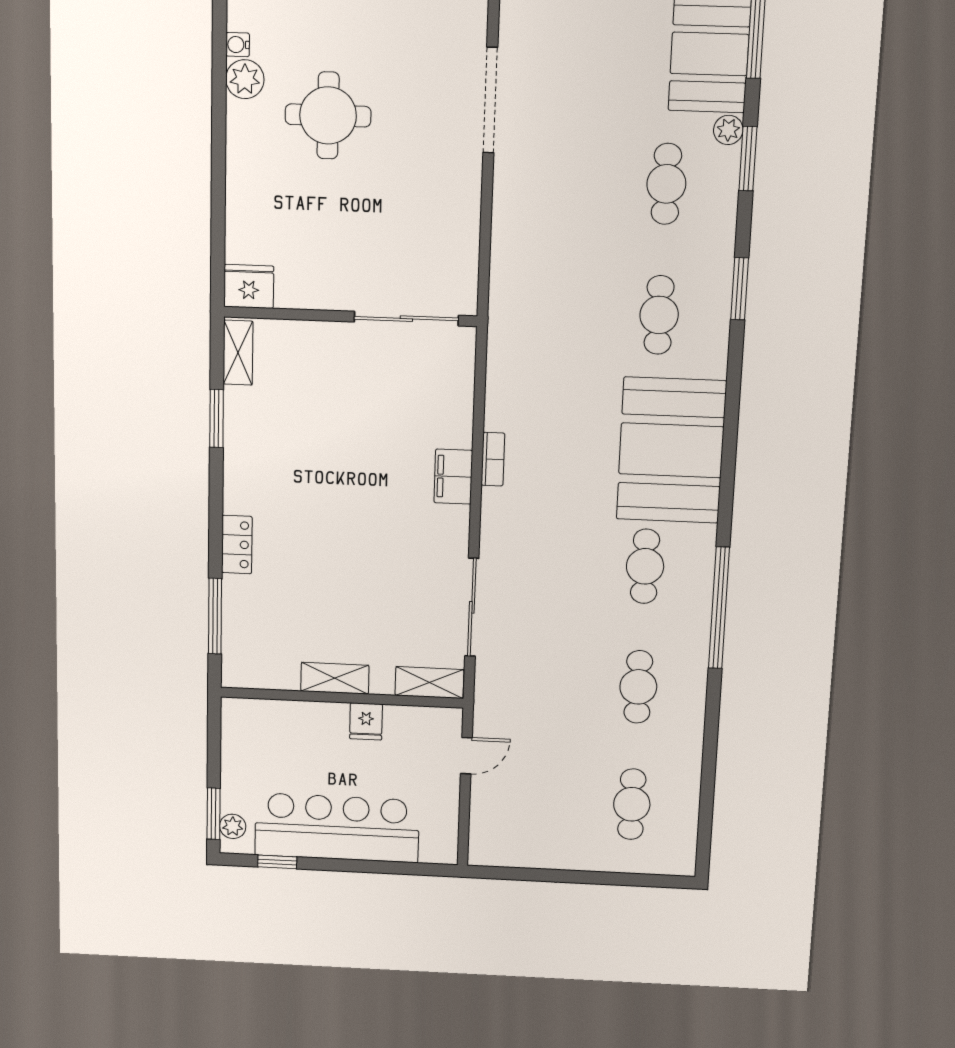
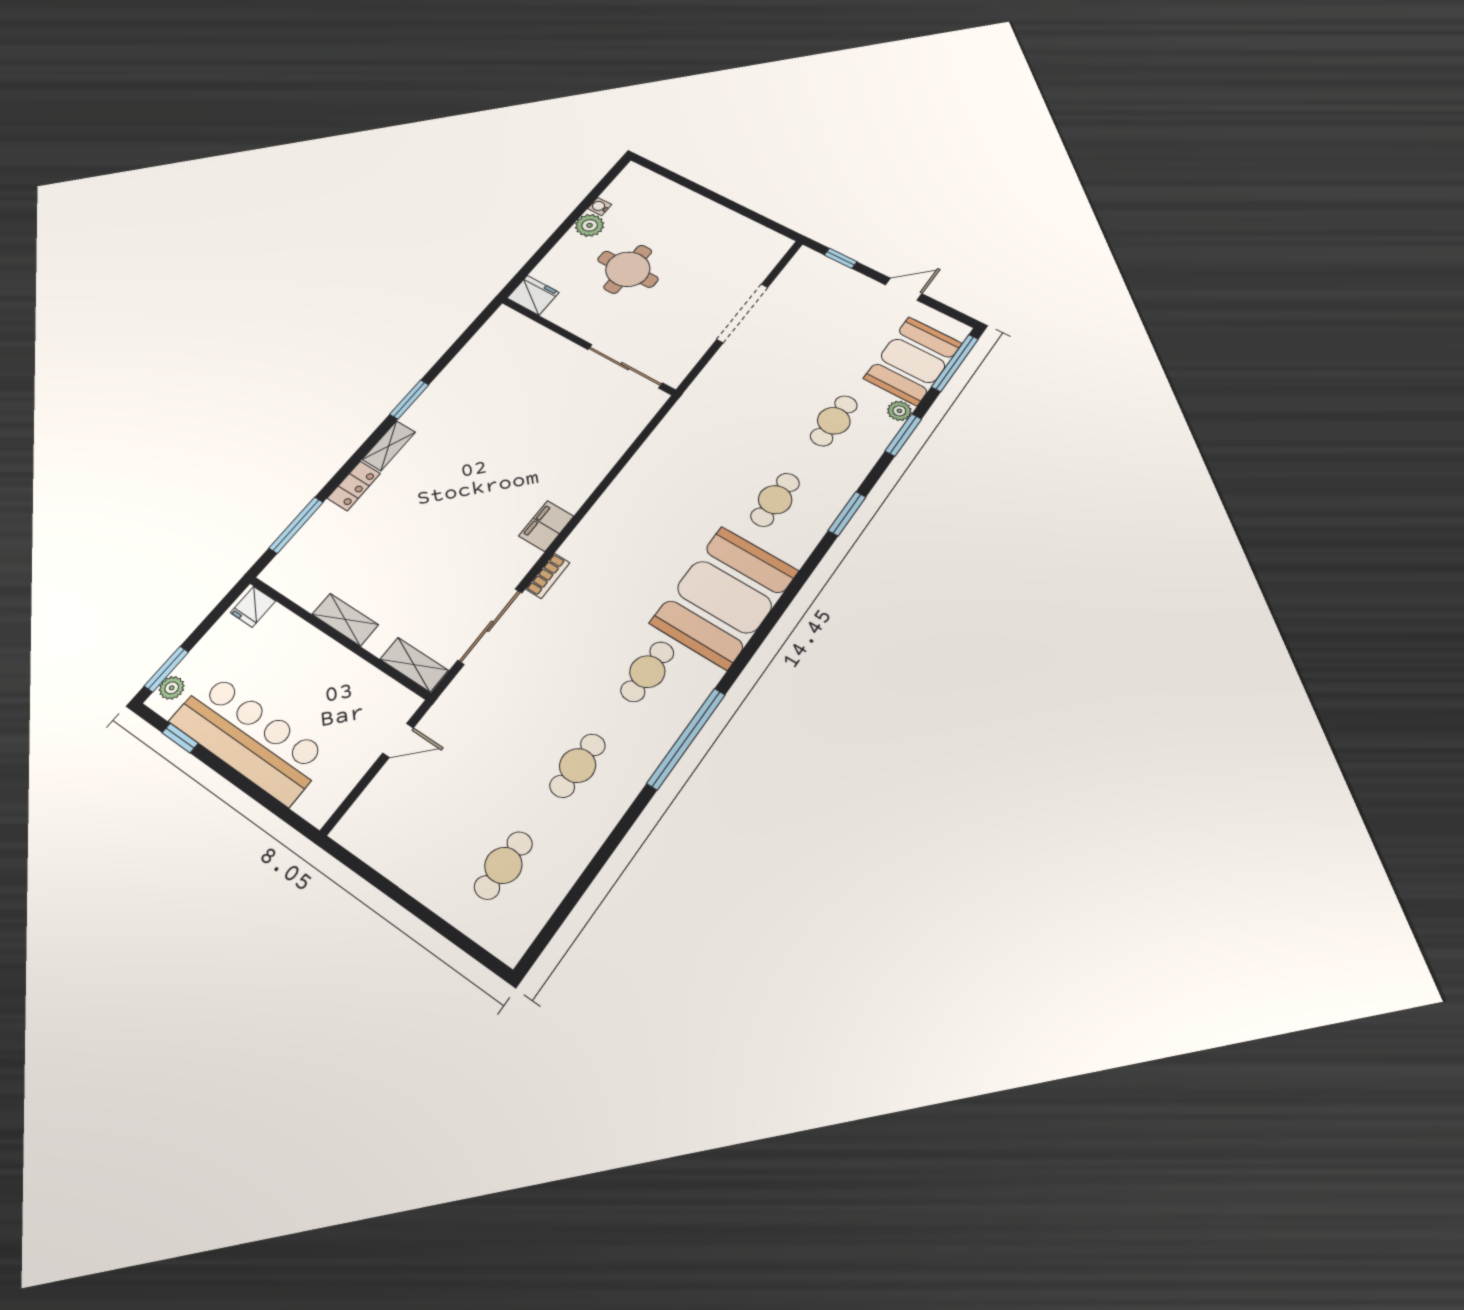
fridge: (249, 286) -> (533, 295), moved
wall: (350, 317) -> (587, 346), moved
sliding door: (406, 319) -> (625, 366), moved
shelving: (238, 353) -> (389, 446), moved
bookcase: (493, 459) -> (548, 576), moved
fridge: (366, 721) -> (253, 607), moved

